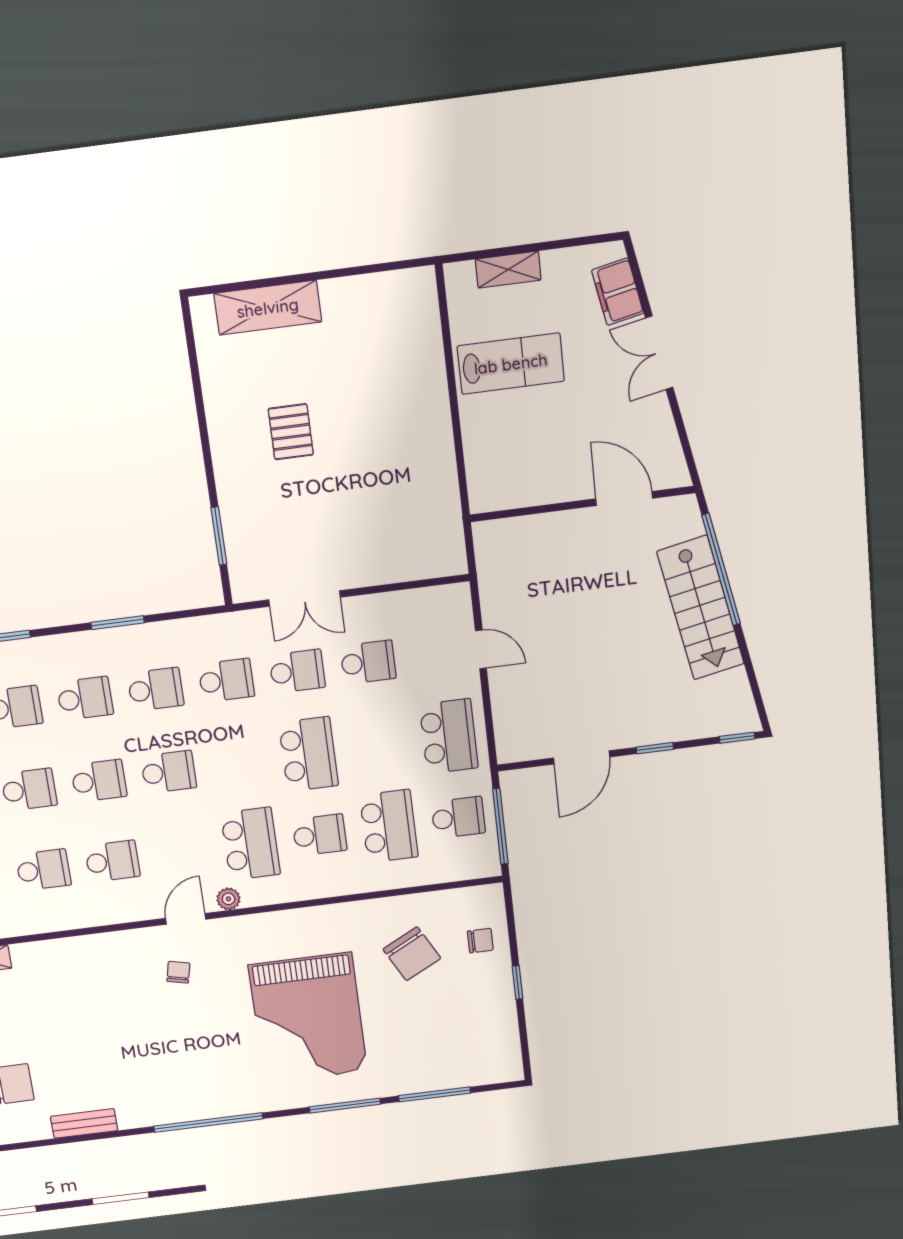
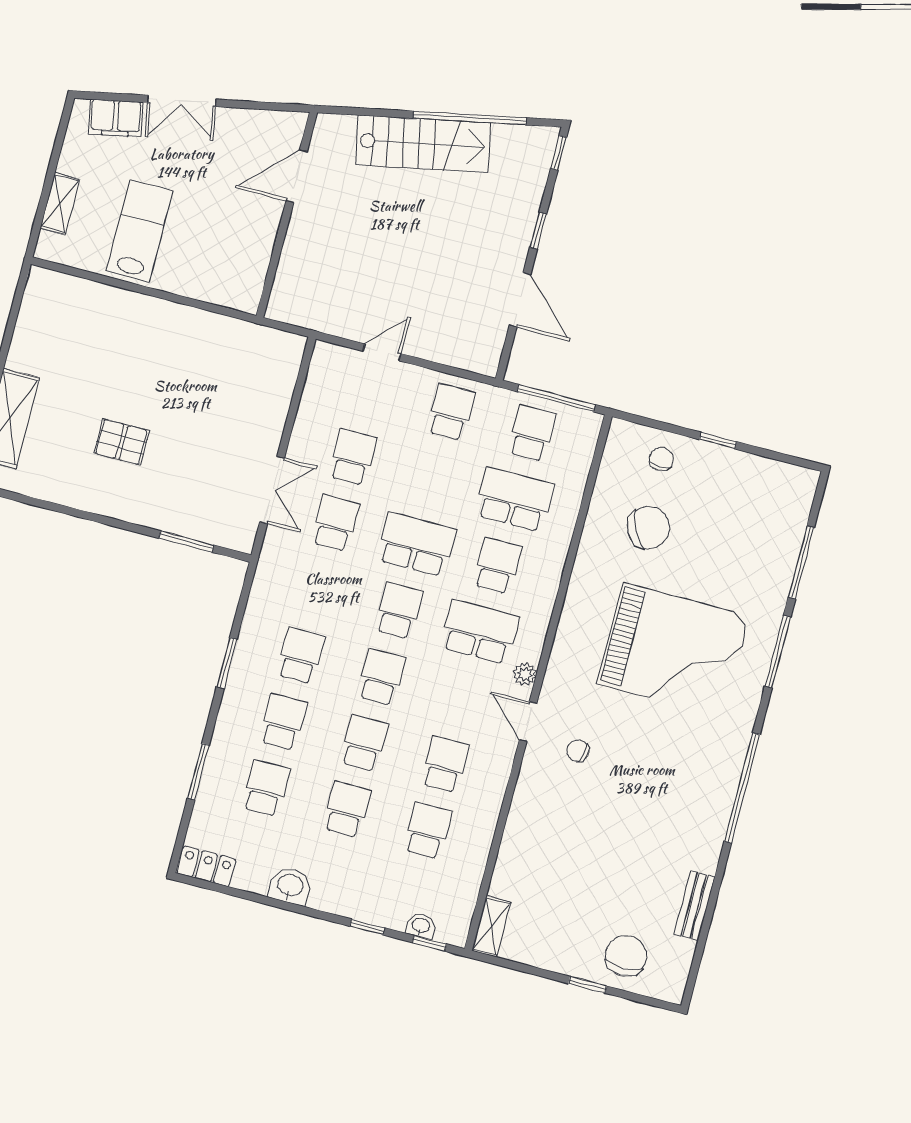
window: (721, 570) -> (470, 118), moved
school desk: (226, 680) -> (399, 611), moved
school desk: (449, 736) -> (451, 412), width x0.54

